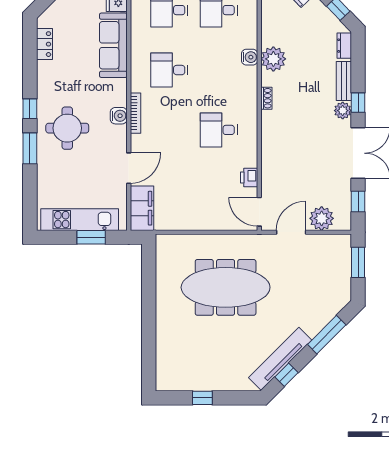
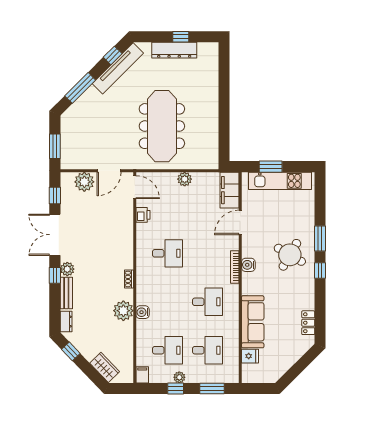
round table: (67, 128) -> (290, 255), turned 30
plant: (198, 222) -> (185, 179), added
meeting table: (226, 287) -> (162, 126), turned 90
dresser: (210, 381) -> (174, 50), added

